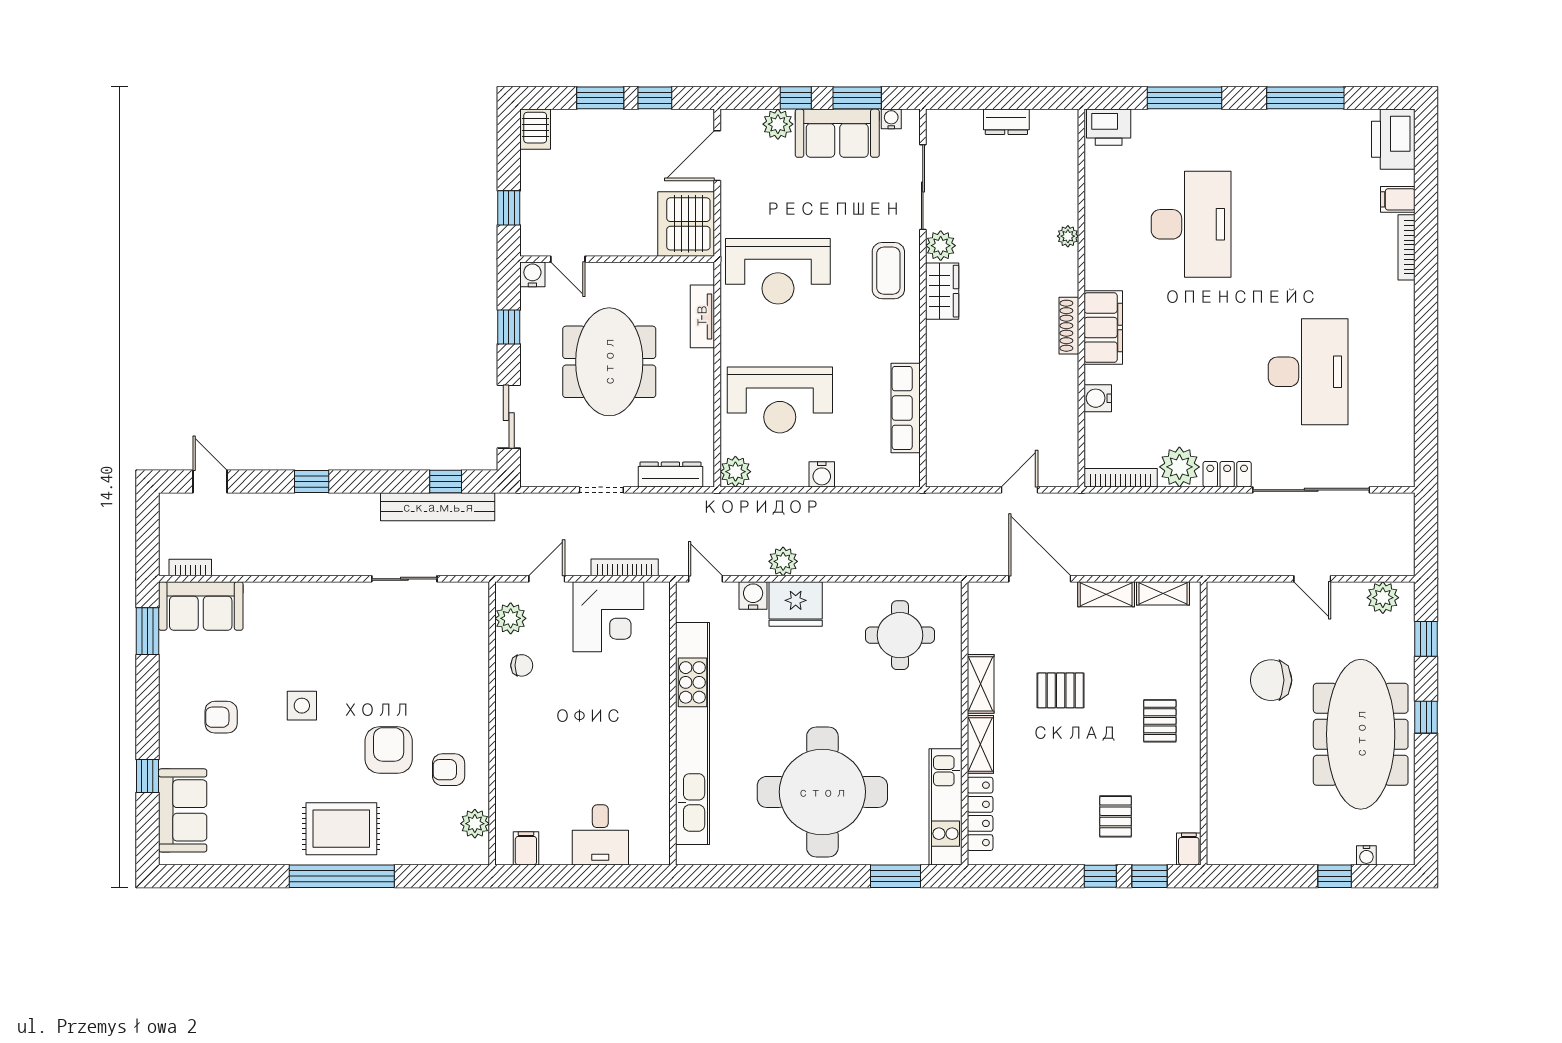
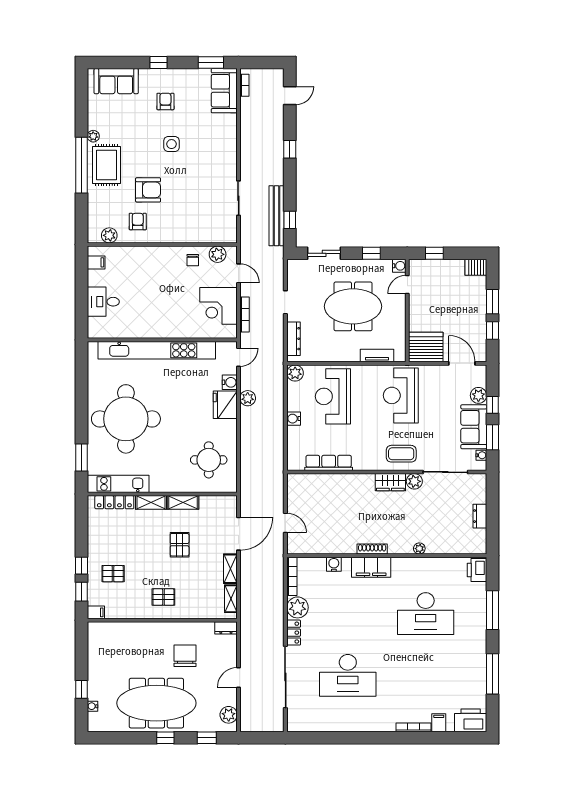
dresser: (1218, 603) -> (226, 628), added
window: (147, 776) -> (159, 63), moved
plant: (287, 854) -> (93, 136), added

